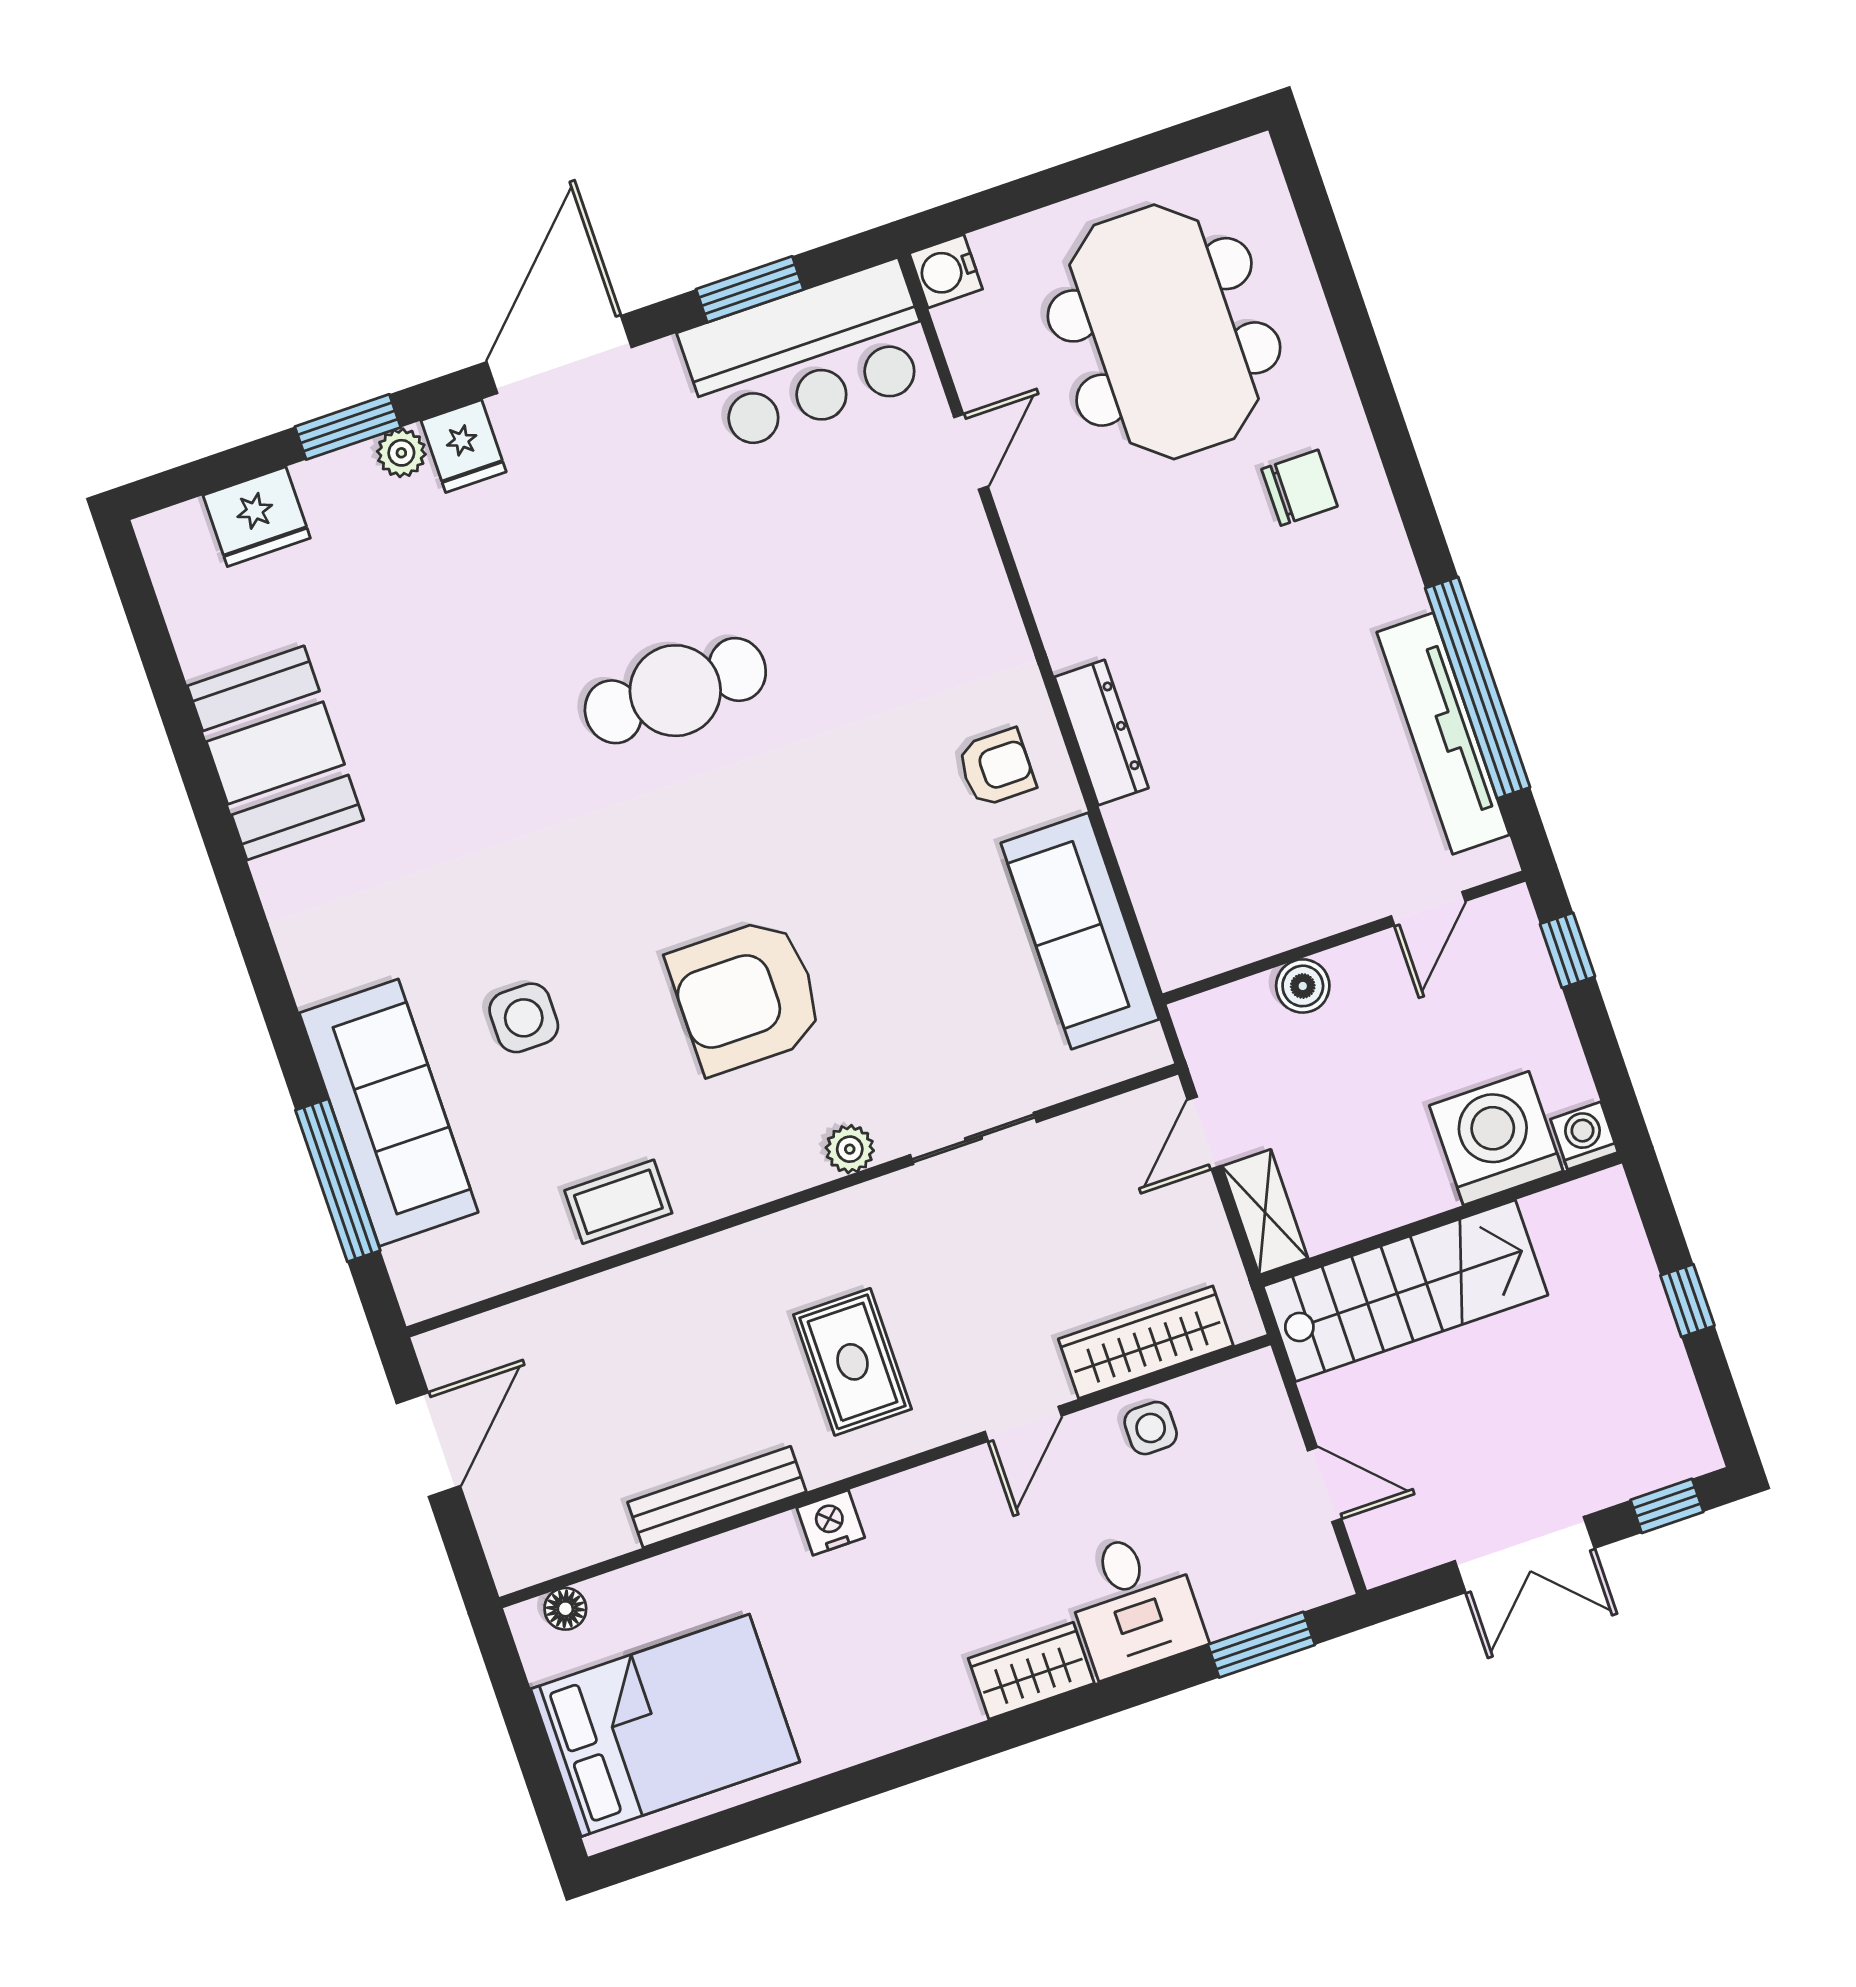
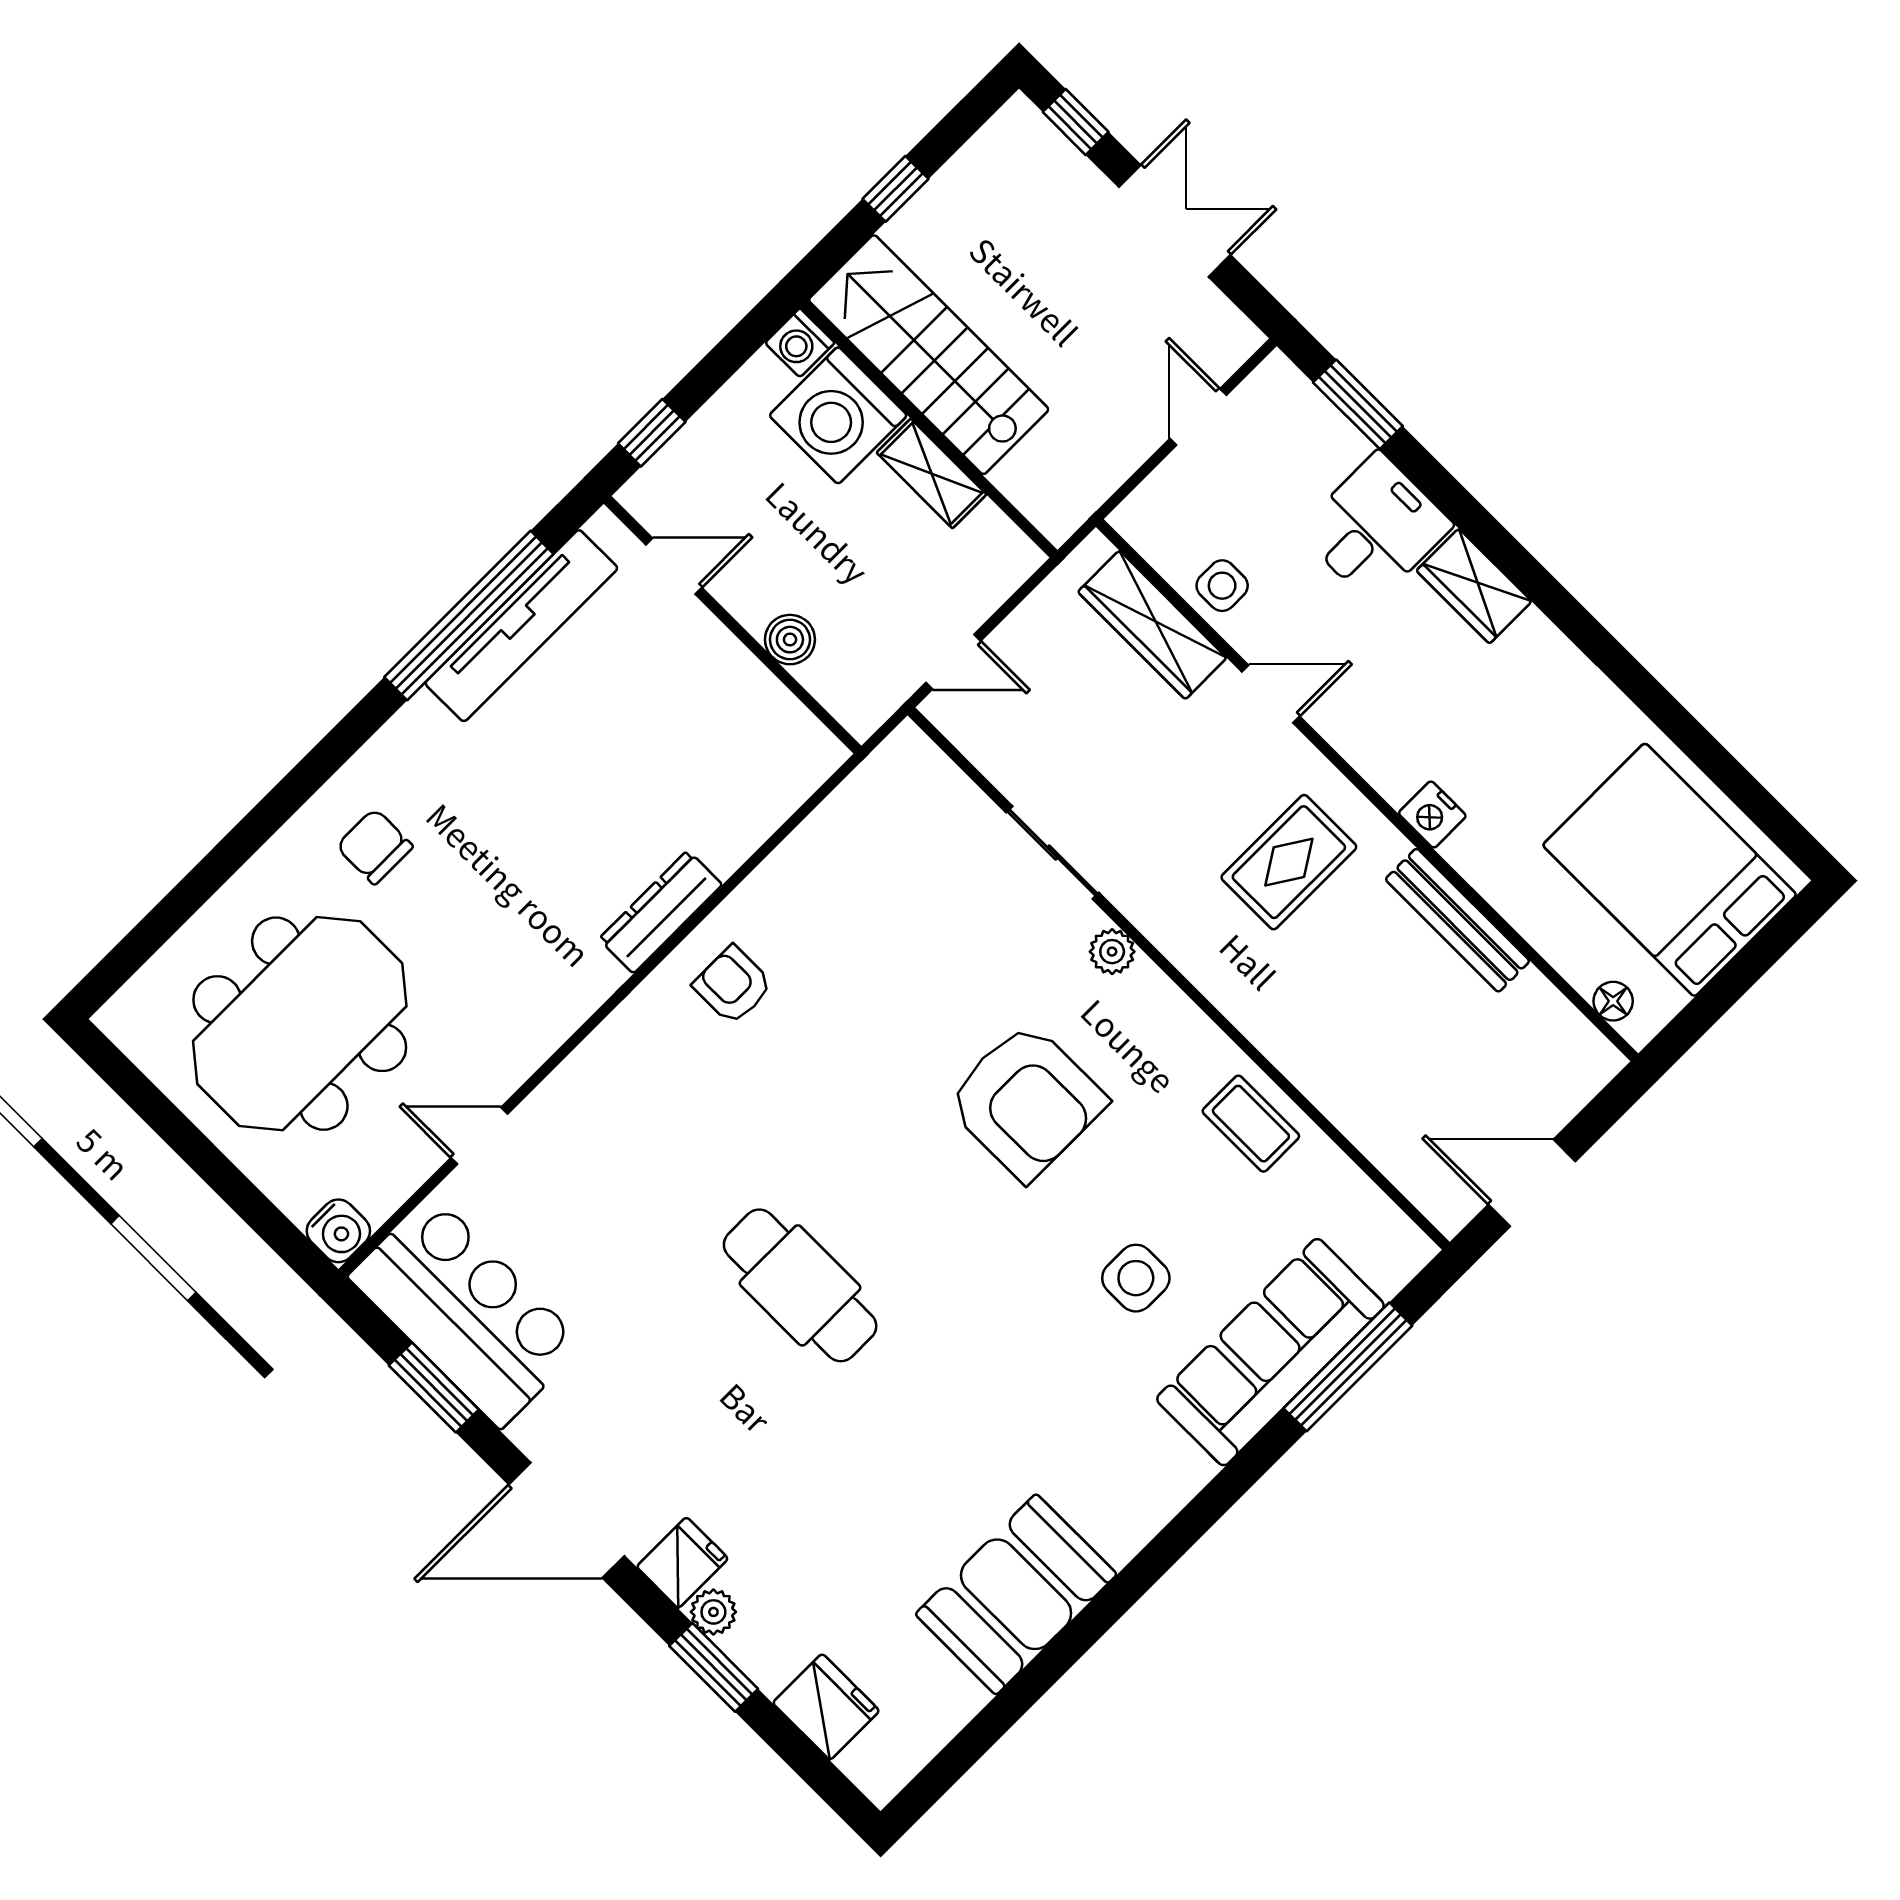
sofa: (1080, 931) -> (835, 848), removed
shelving: (1265, 1212) -> (932, 474), moved, turned 90
stairs: (1405, 1291) -> (929, 355), moved

